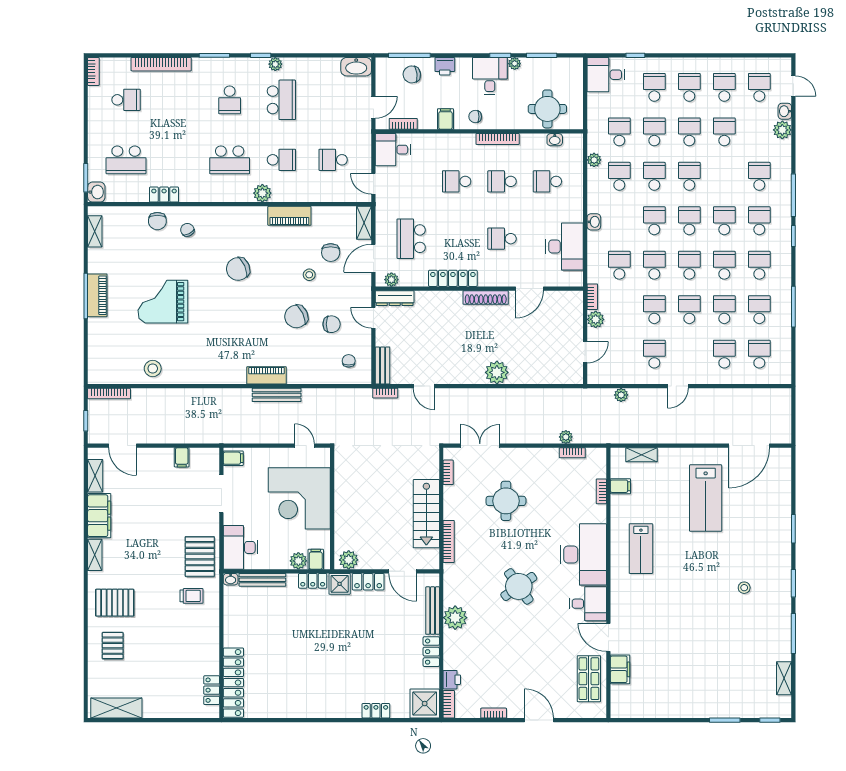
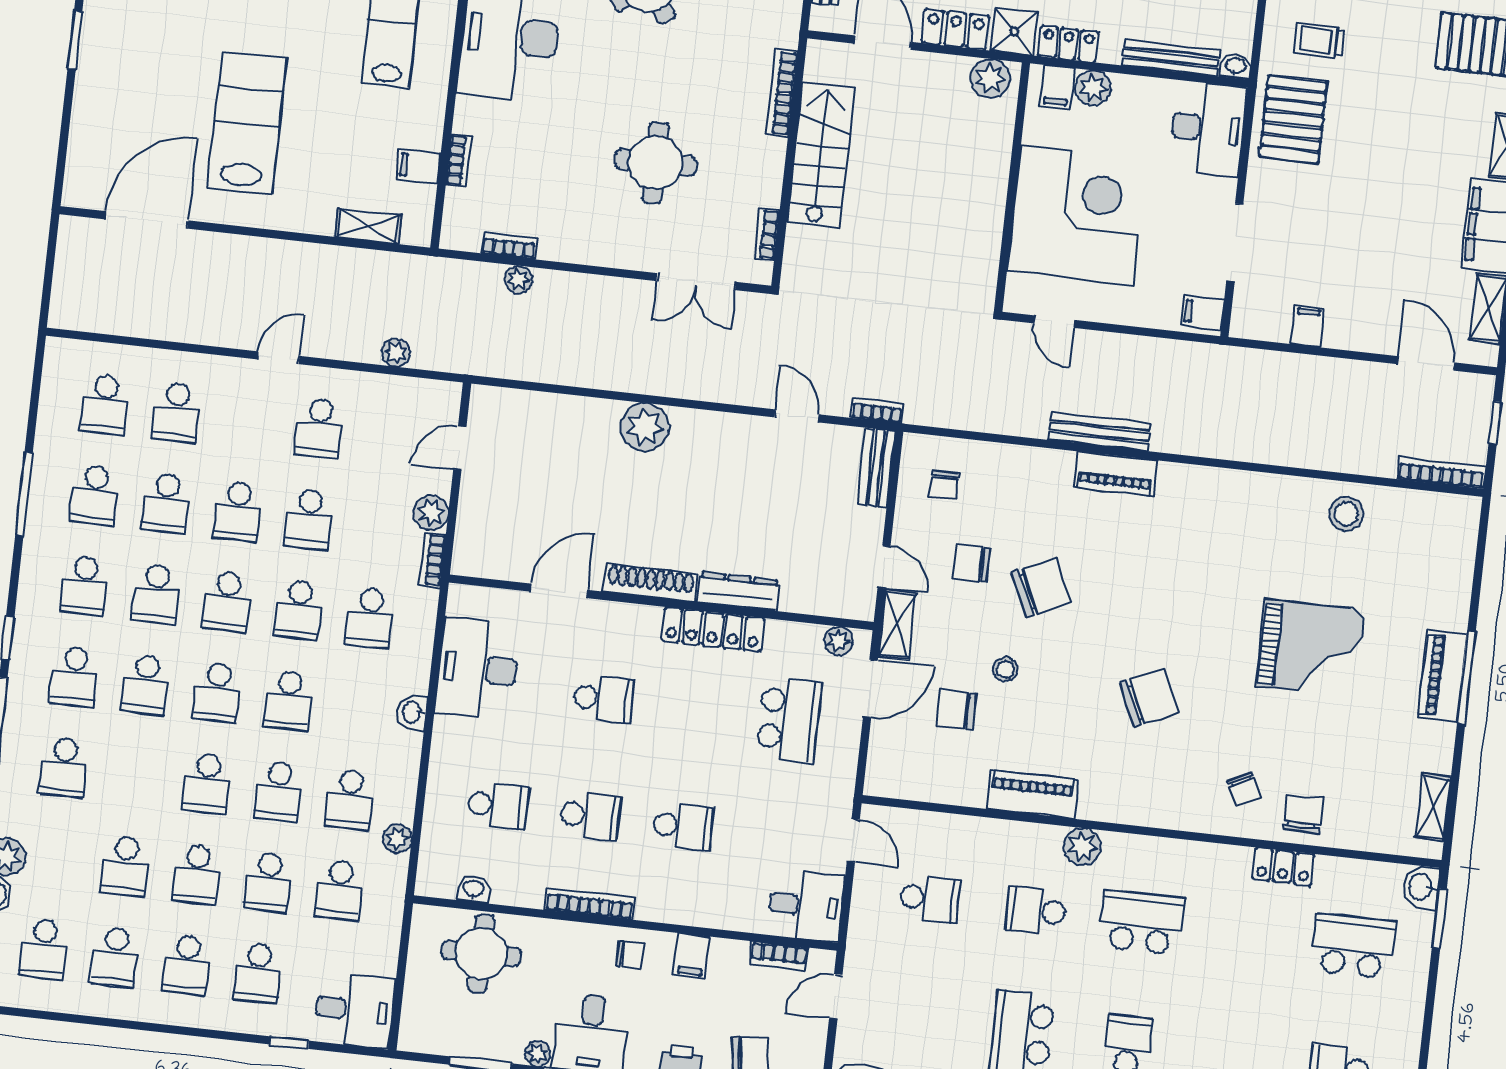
shelving: (364, 223) -> (897, 624), moved
chair: (331, 253) -> (956, 710), turned -90
dresser: (395, 298) -> (738, 591), moved

